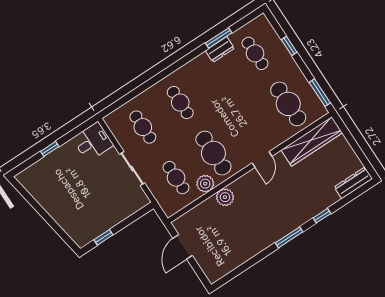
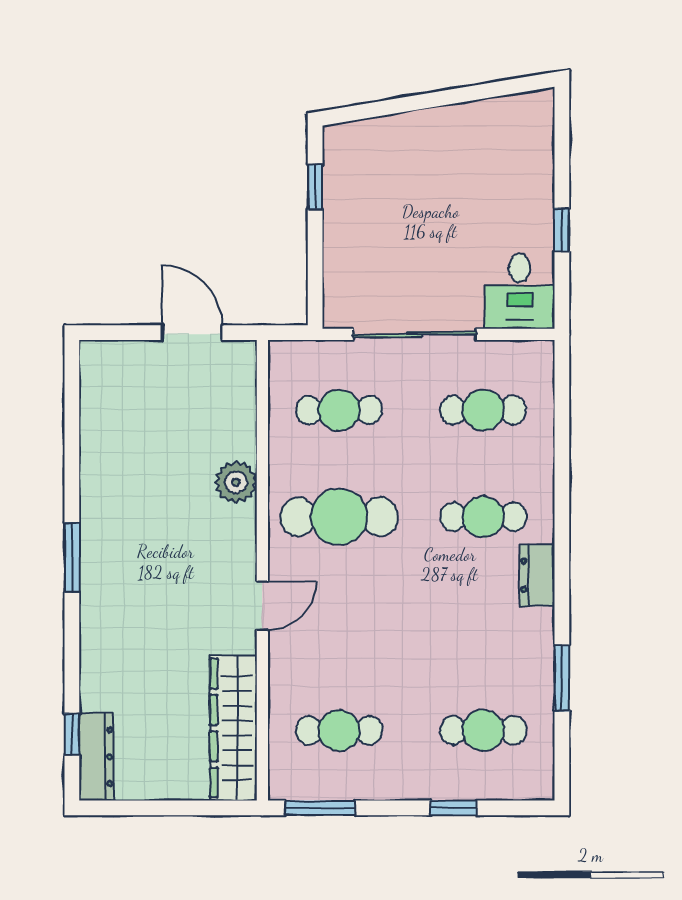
dresser: (220, 49) -> (537, 575), moved
cafe table: (288, 104) -> (339, 730), width x0.73, depth x0.74
window: (50, 149) -> (562, 230), moved
door: (262, 160) -> (262, 605), swing flipped
sliding door: (132, 169) -> (415, 334), width x1.37
plant: (205, 184) -> (289, 460), removed
window: (322, 216) -> (72, 734), moved

